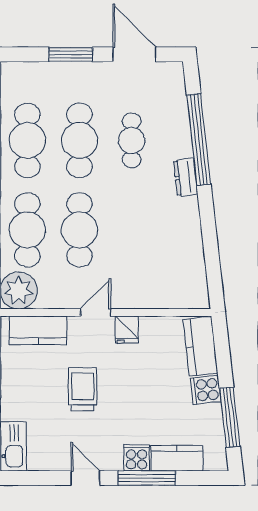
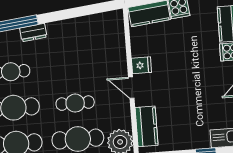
cafe table: (79, 230) -> (75, 103), width x0.73, depth x0.74
trolley: (83, 389) -> (185, 93), removed

